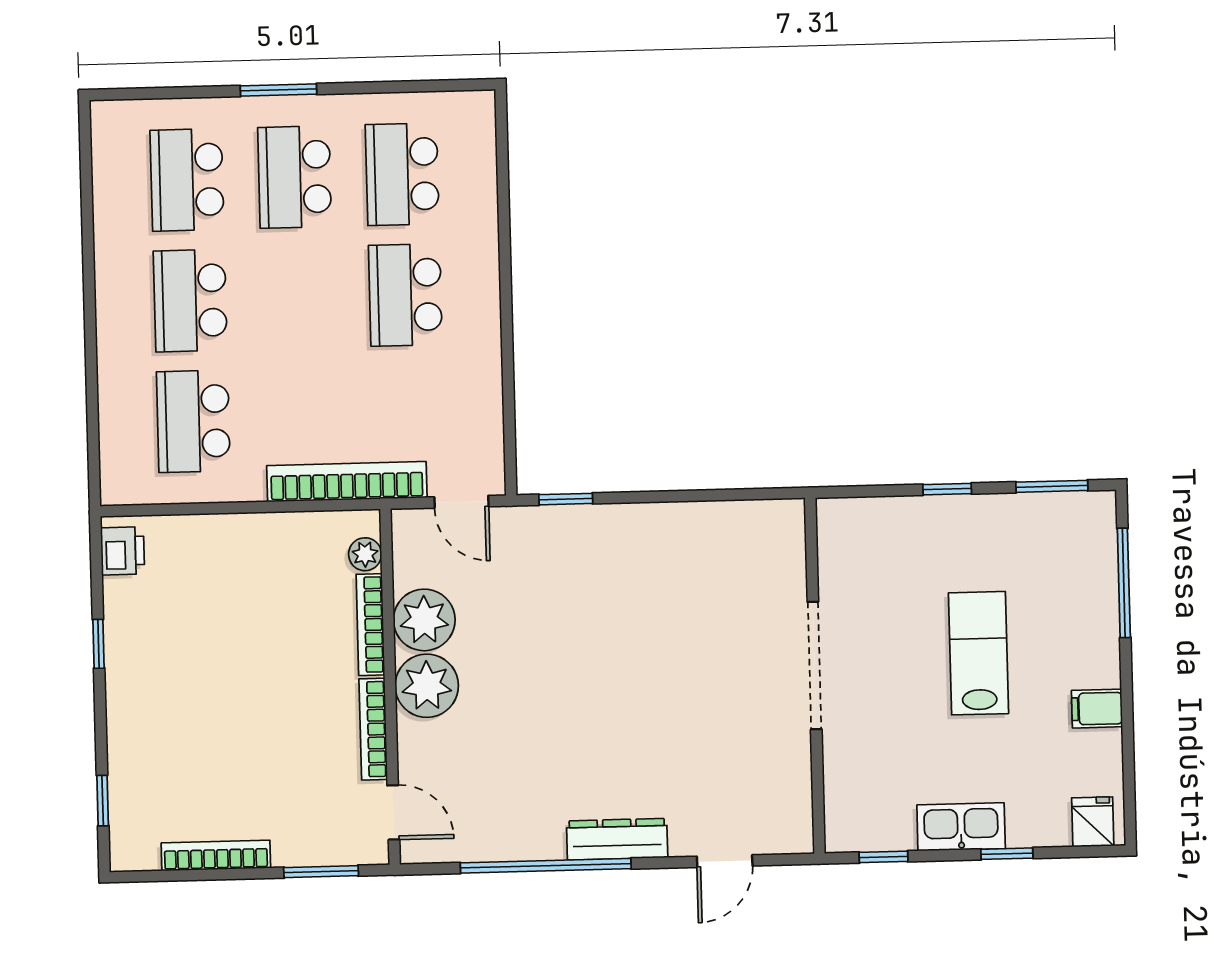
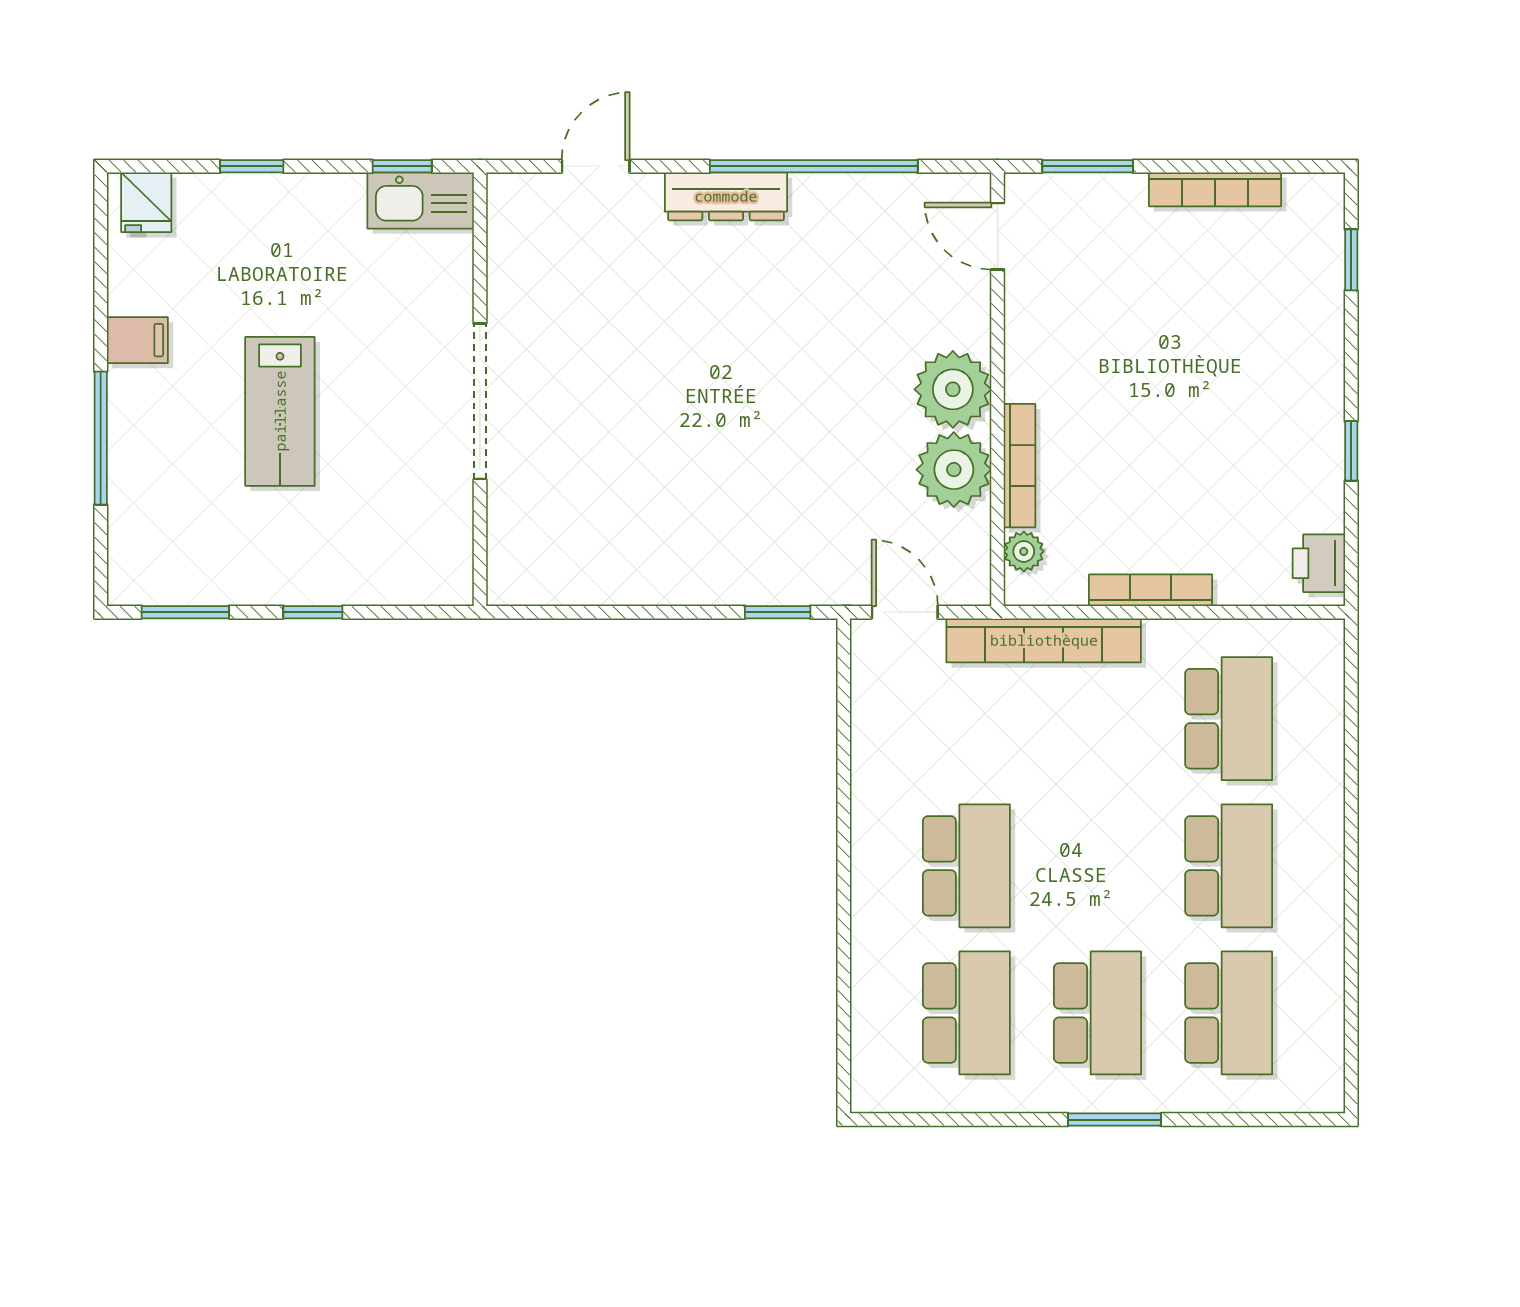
window: (1124, 583) -> (101, 438), moved
bookcase: (373, 729) -> (1151, 590), moved, turned -90
kitchen sink: (961, 827) -> (421, 201), moved

